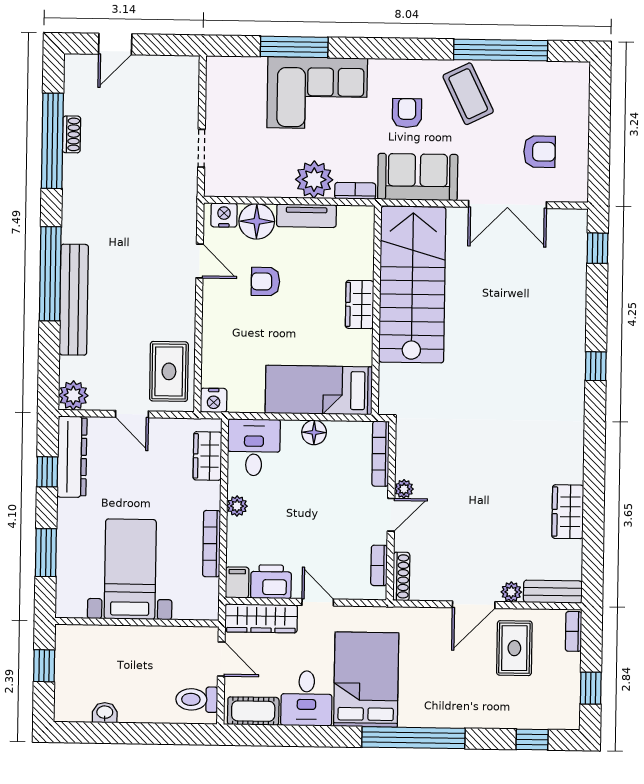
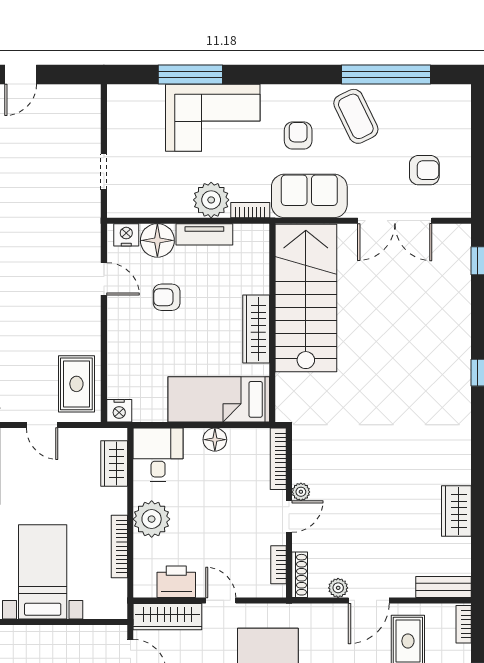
wardrobe: (360, 305) -> (256, 329), width x1.50
plant: (237, 506) -> (152, 519), width x1.87, depth x1.87
filing cabinet: (237, 582) -> (144, 583), removed
plant: (511, 592) -> (338, 588), moved

